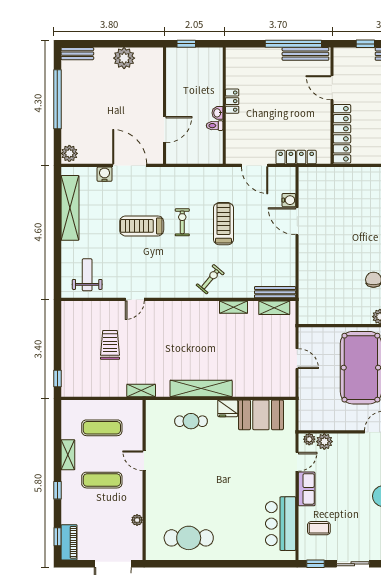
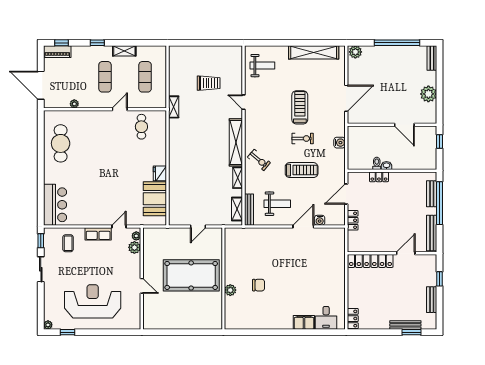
window: (293, 44) -> (440, 203), moved
bench: (254, 54) -> (432, 194), added
locker: (232, 101) -> (379, 177), moved
door: (164, 130) -> (404, 125), moved
locker: (296, 157) -> (353, 220), width x0.66
water cooler: (105, 174) -> (340, 143), moved
weight bench: (267, 255) -> (277, 204), added
window: (57, 379) -> (183, 43), removed
shelving: (201, 389) -> (236, 142), moved
cafe table: (191, 421) -> (141, 127), moved
door: (297, 462) -> (119, 227), swing flipped
bar counter: (281, 524) -> (55, 205), moved, turned 90

